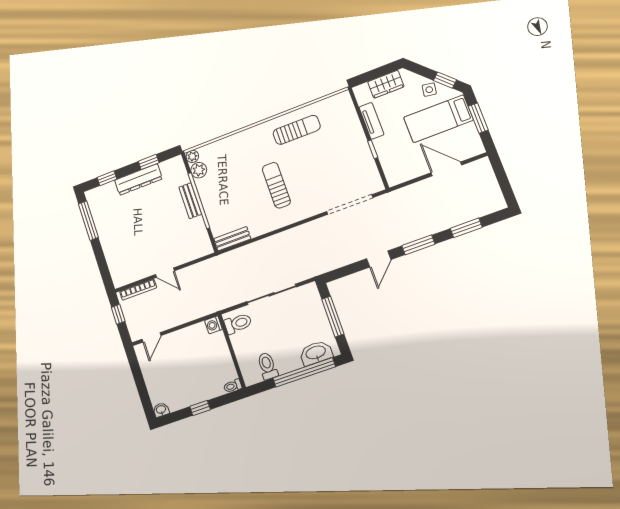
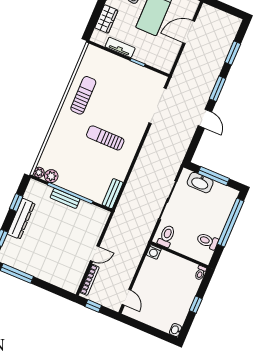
washbasin: (316, 353) -> (200, 183), moved, turned -90

